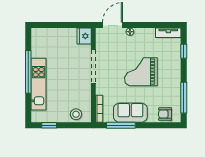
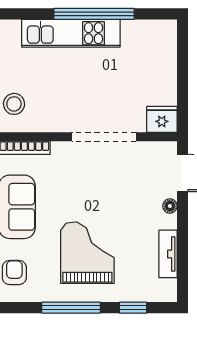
tv unit: (168, 33) -> (168, 254), moved
grand piano: (141, 72) -> (87, 253), moved
window: (184, 98) -> (71, 308), moved

